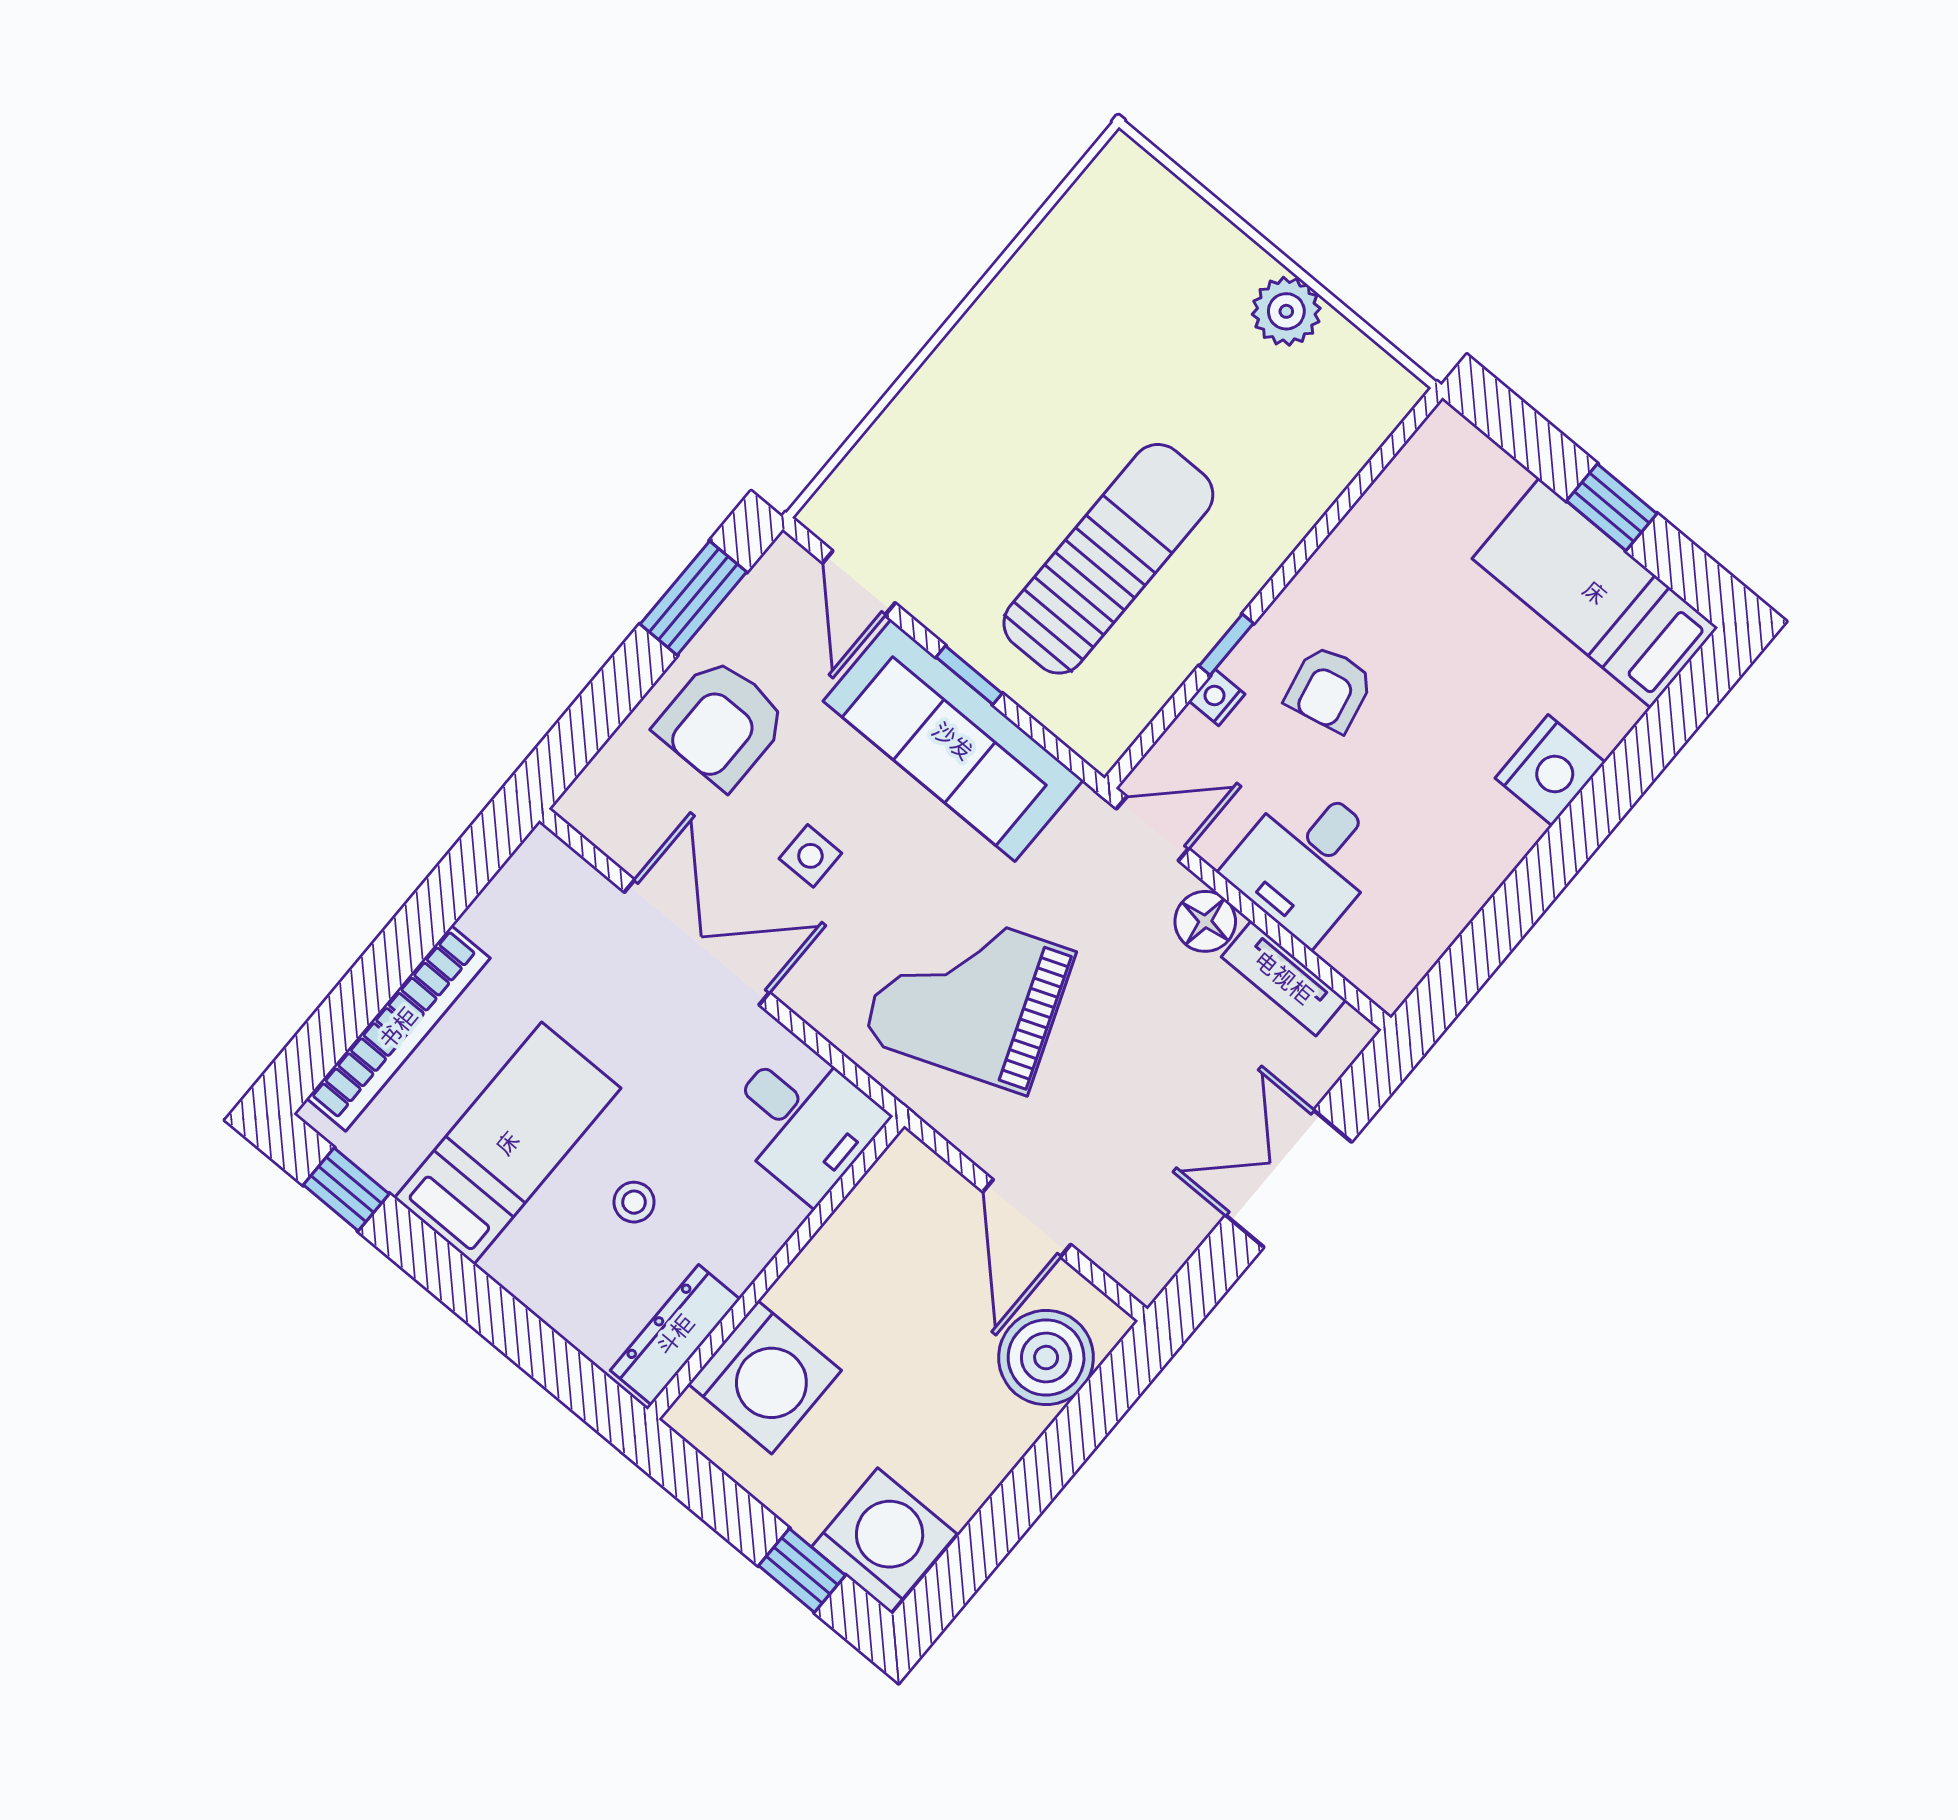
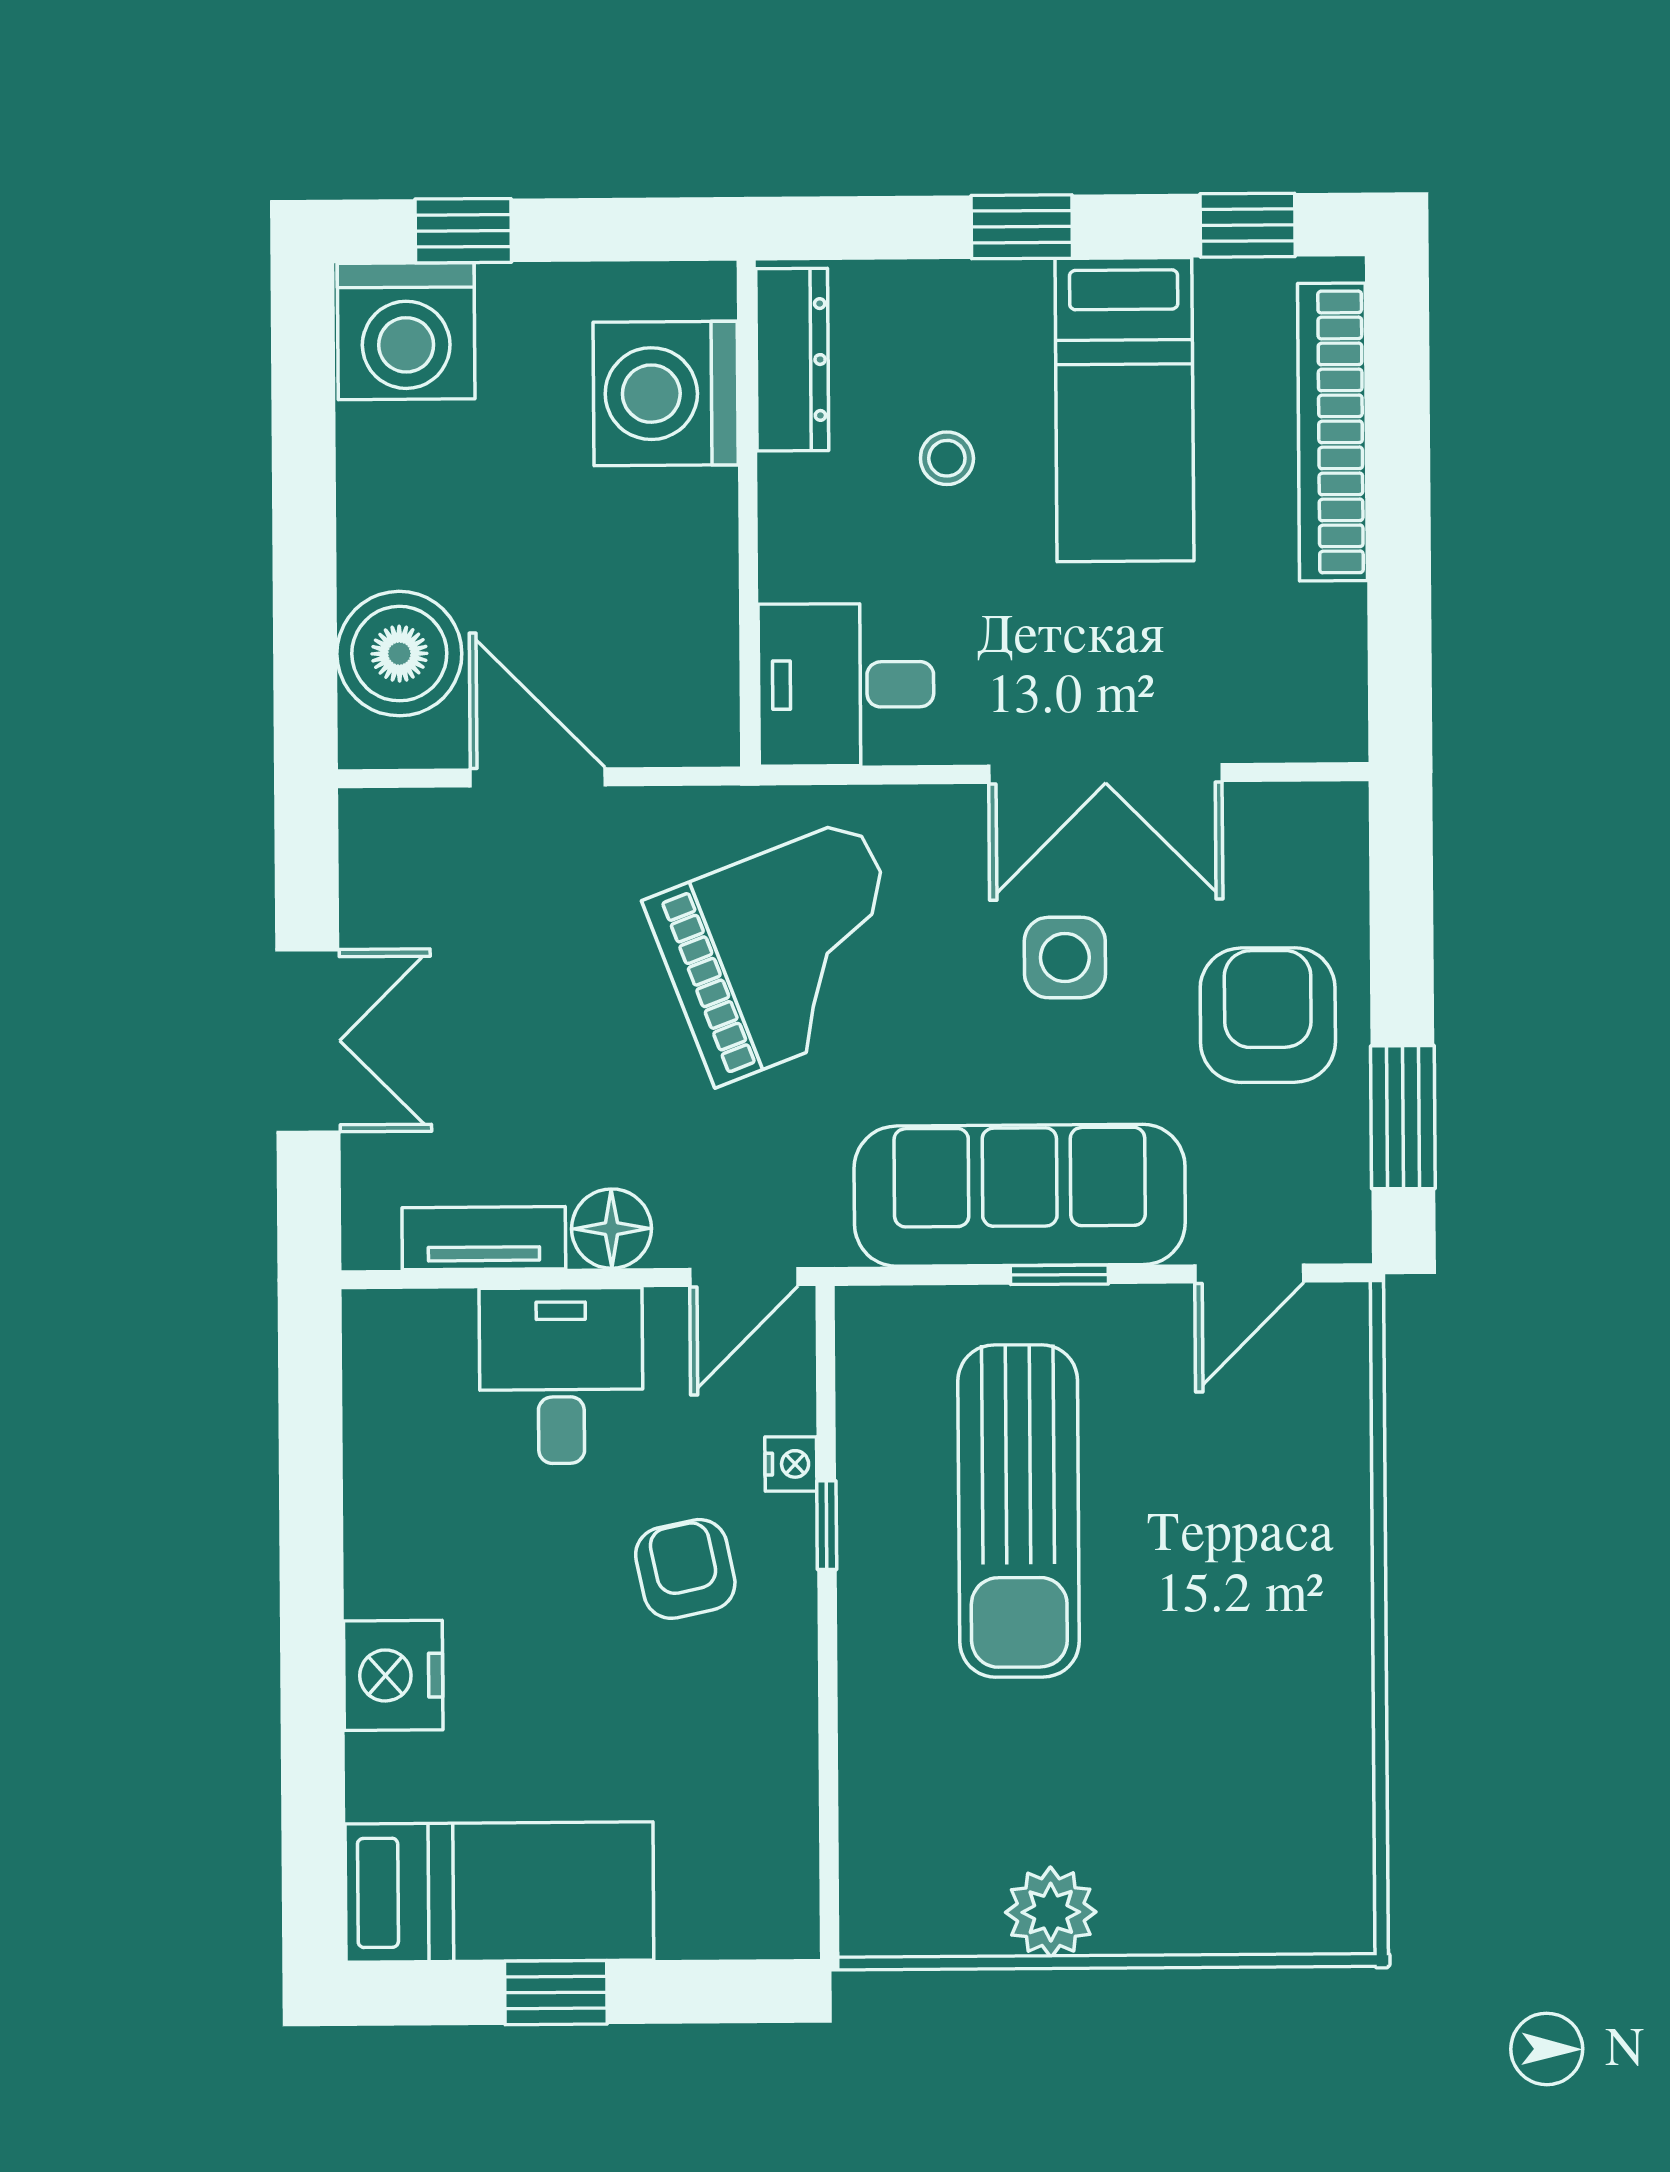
door: (859, 583) -> (1249, 1274), swing flipped
side table: (810, 856) -> (1065, 958), width x1.37, depth x1.37
window: (477, 1299) -> (1022, 227), added

